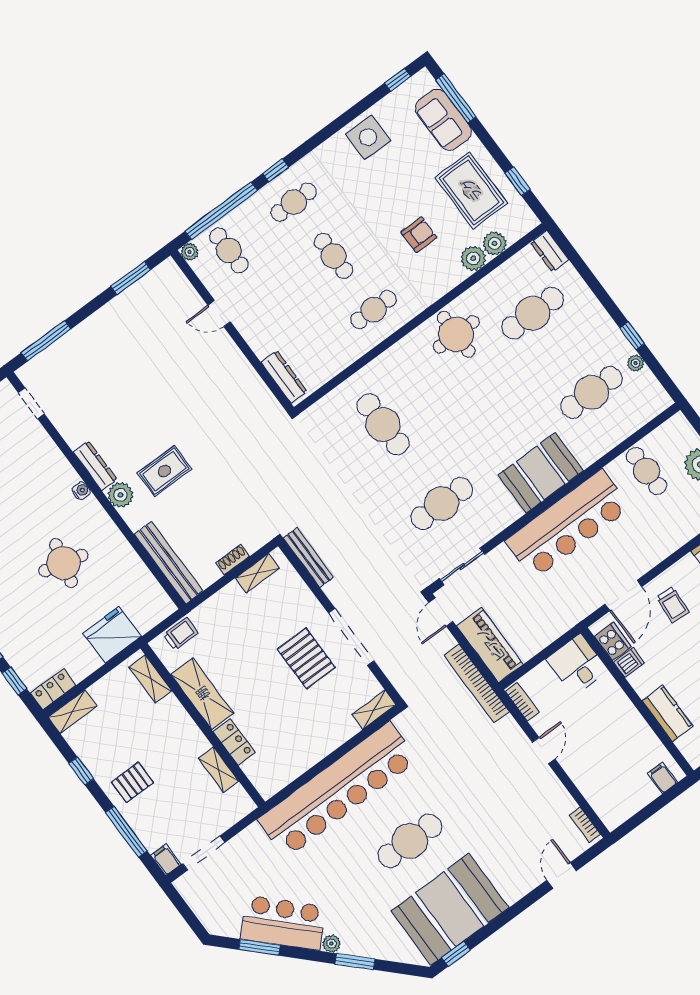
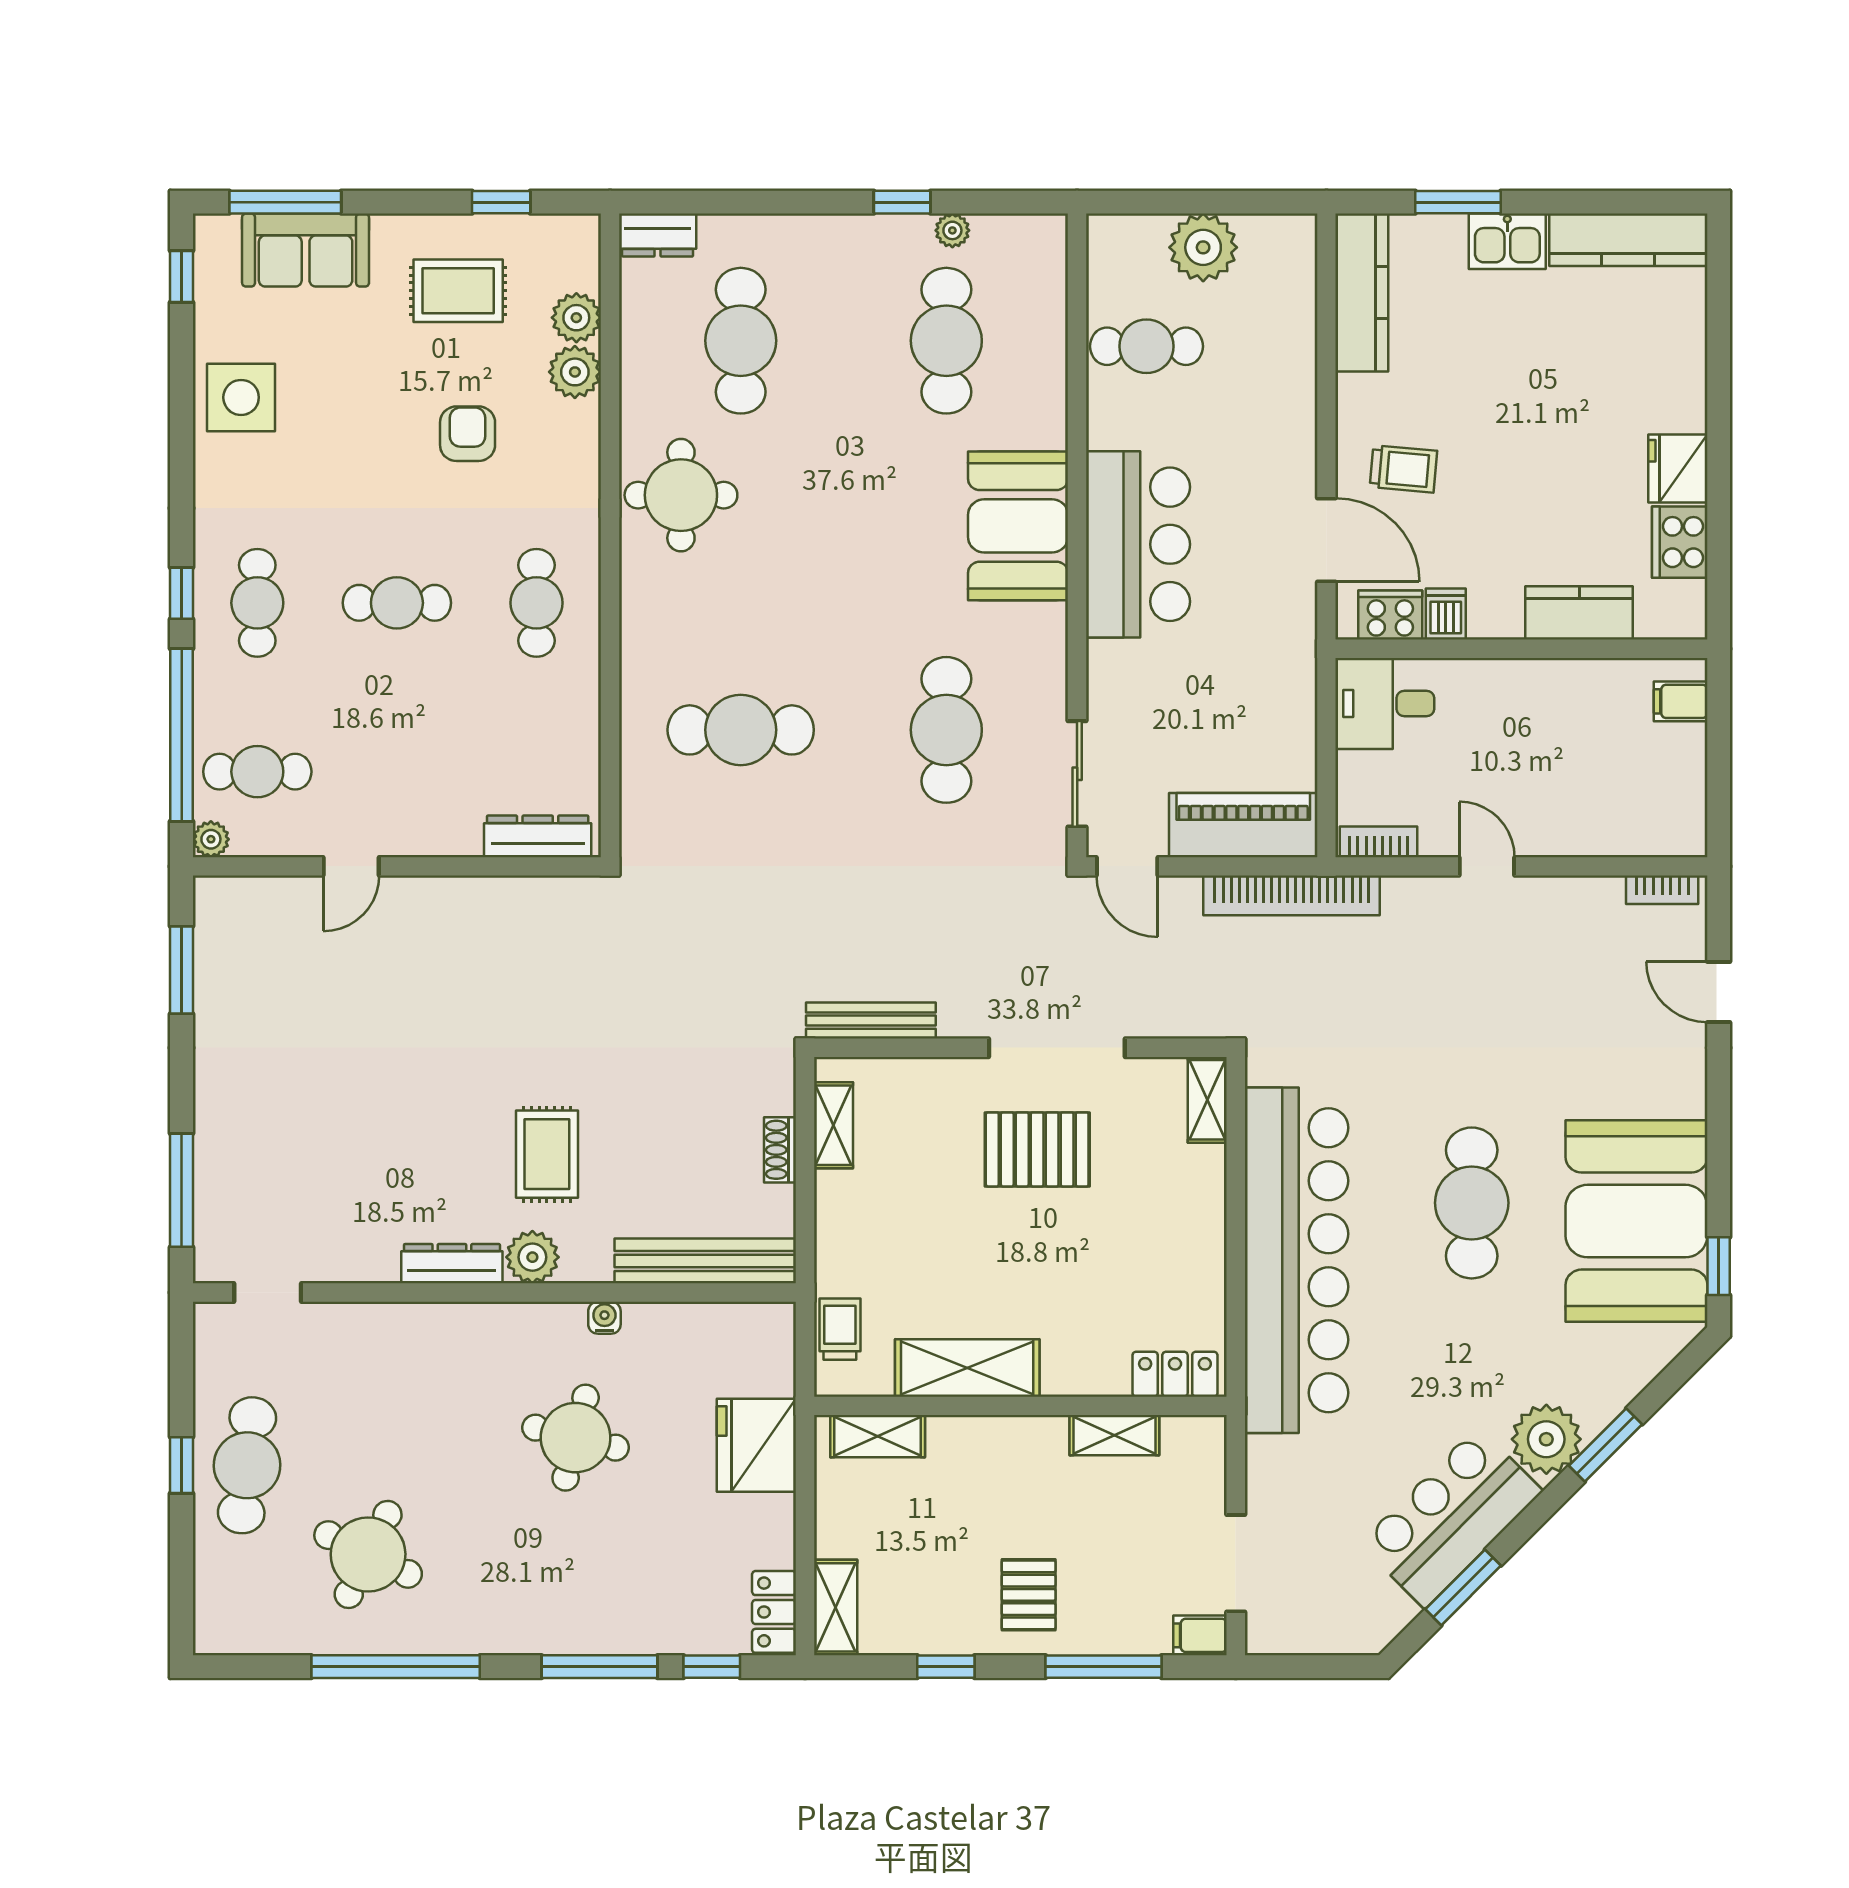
rug: (471, 190) -> (458, 291), width x0.73, depth x0.70
water cooler: (81, 491) -> (604, 1318), moved
bar counter: (568, 524) -> (1138, 544), width x0.73
locker: (234, 742) -> (1175, 1374), moved
plant: (331, 944) -> (1546, 1439), width x1.88, depth x1.88

